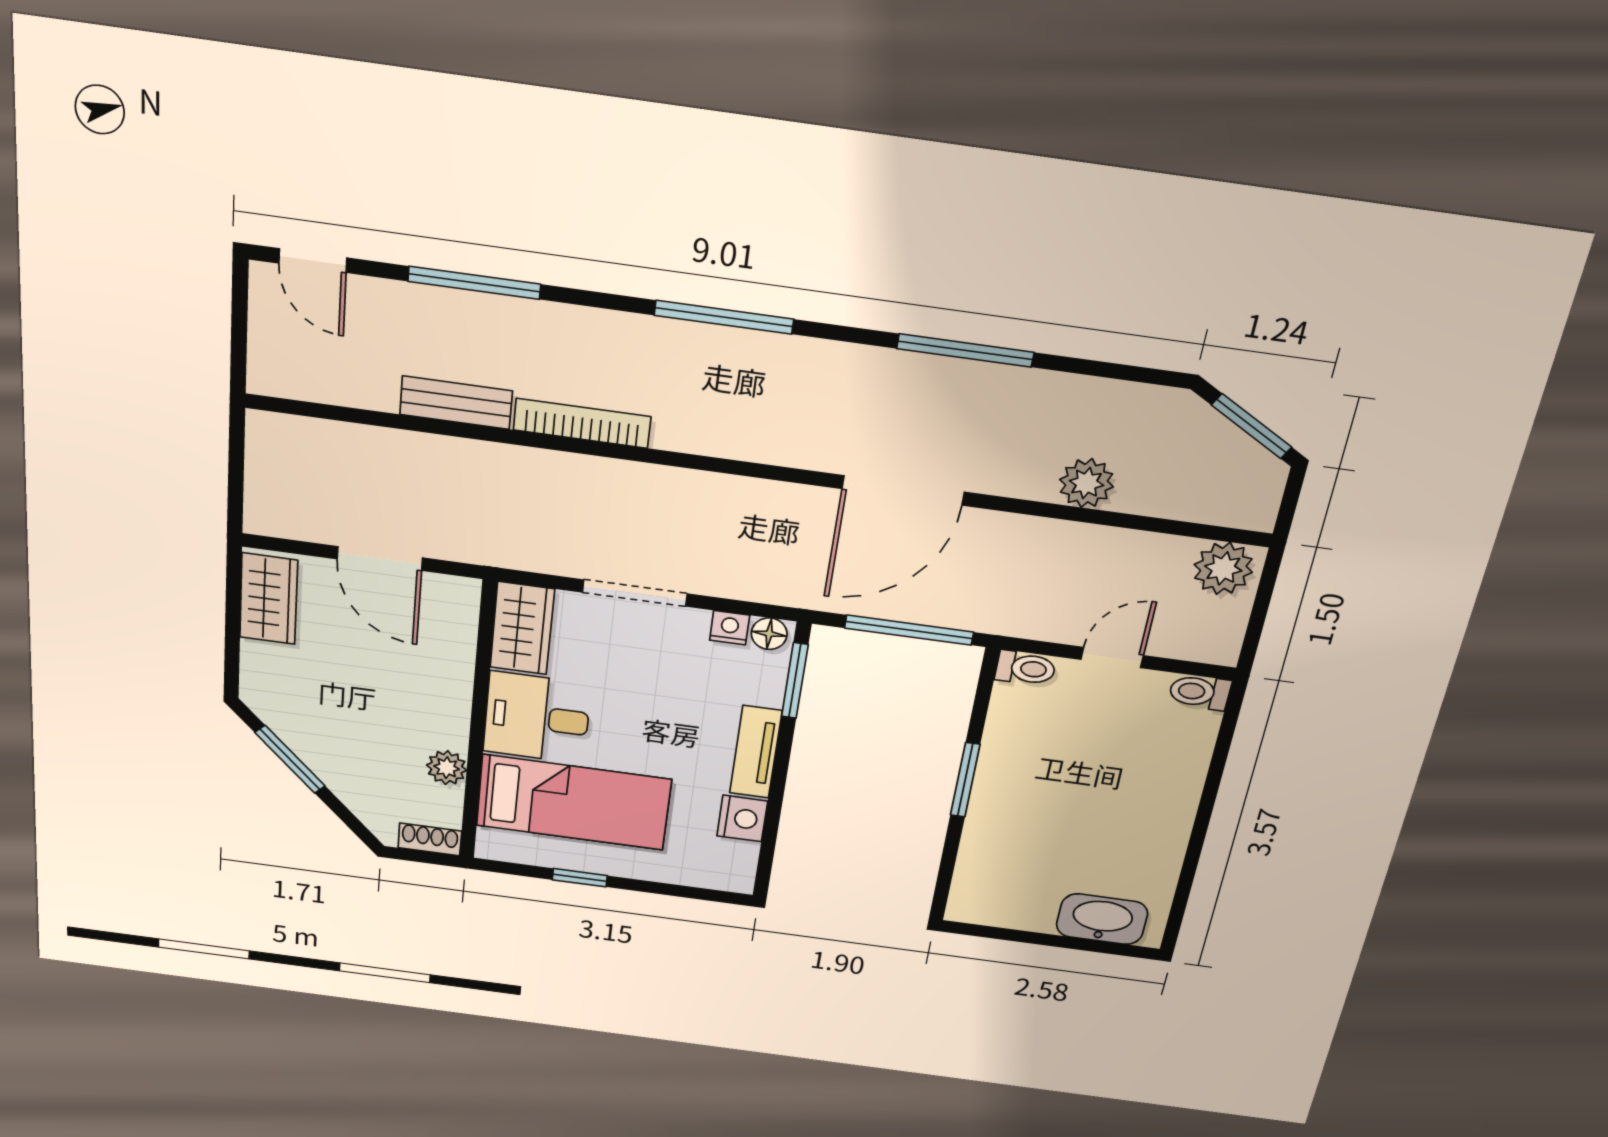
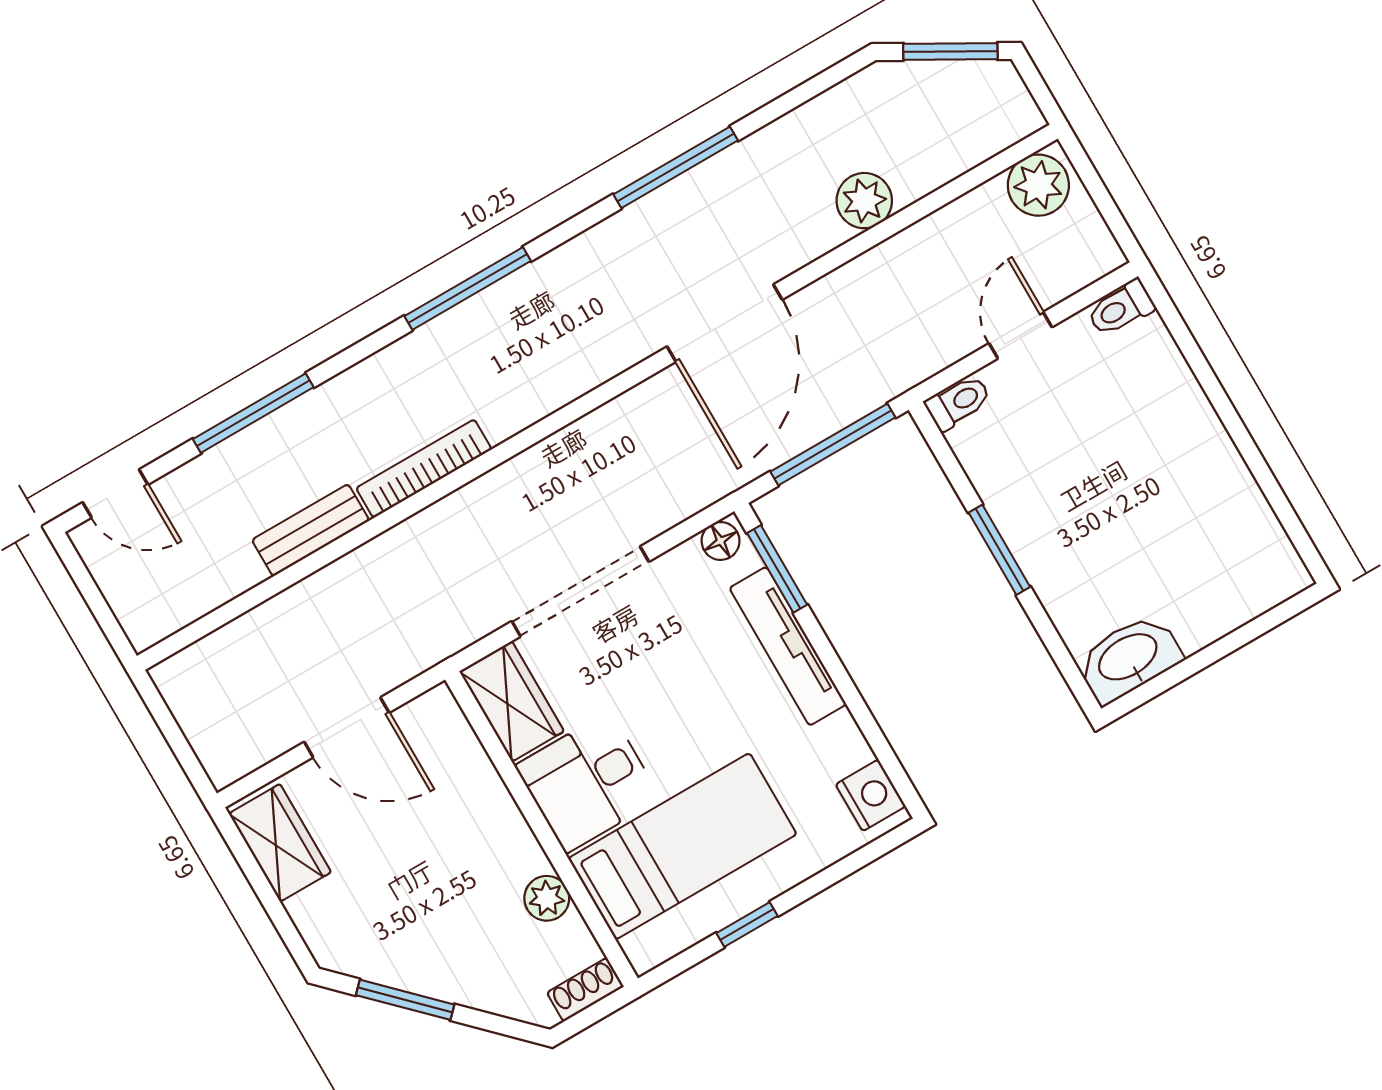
doorway: (635, 593) -> (580, 591), width x1.36
nightstand: (730, 628) -> (683, 562), removed
tv unit: (756, 752) -> (788, 646), width x1.41
nightstand: (742, 818) -> (871, 795), moved
washbasin: (1102, 919) -> (1129, 658), moved

